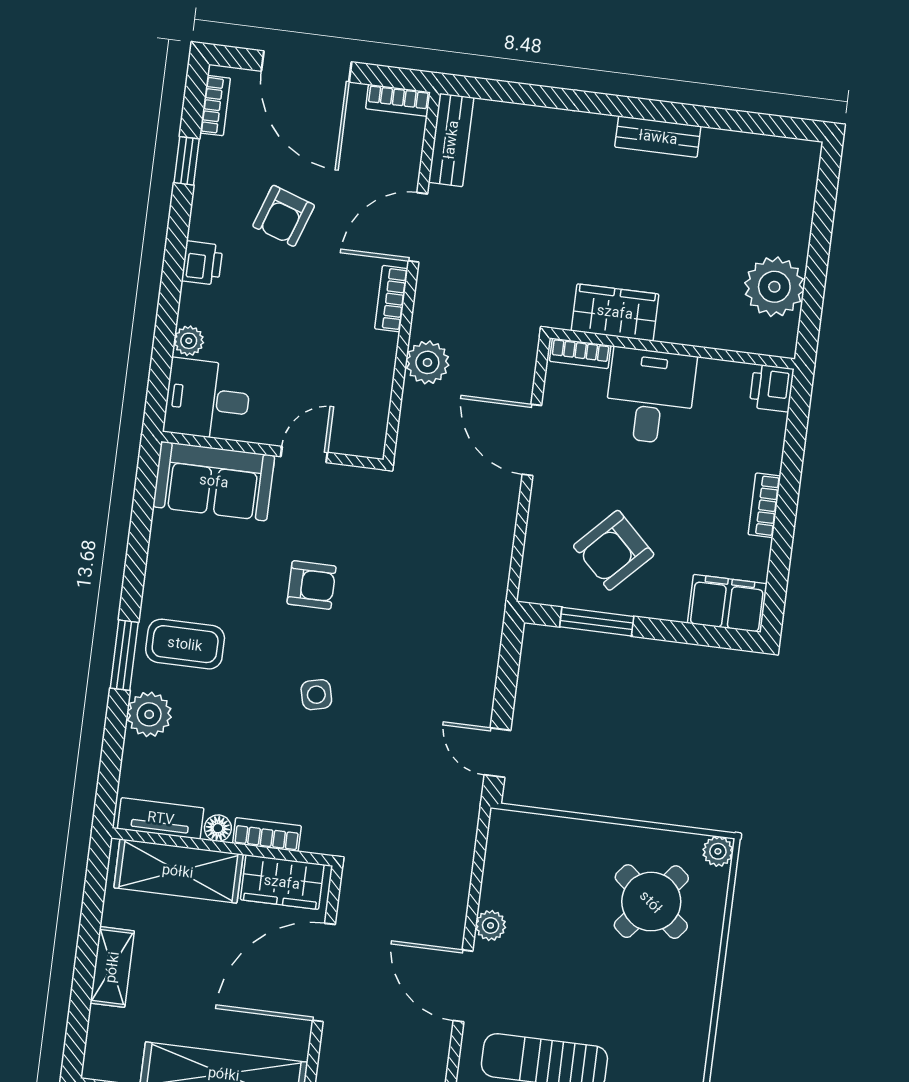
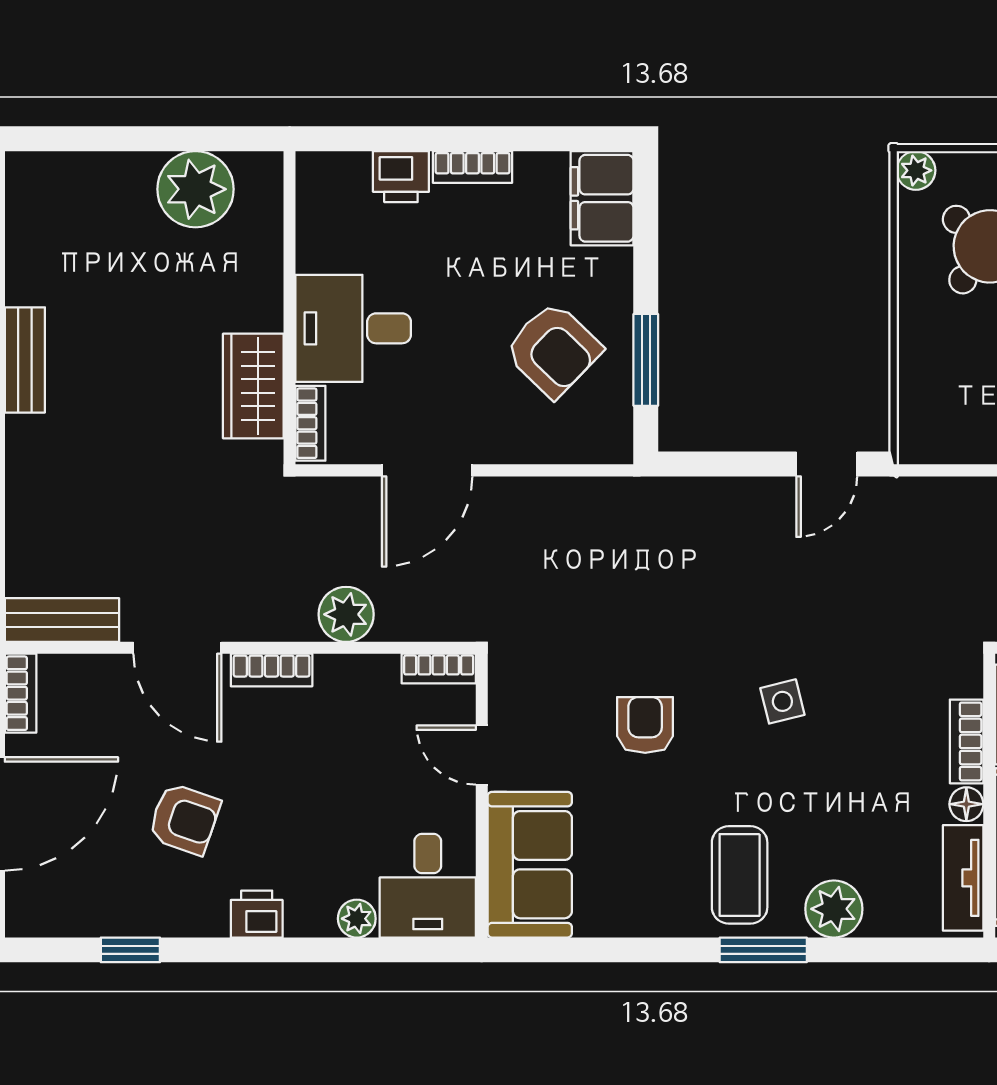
bookcase: (215, 106) -> (439, 669), moved, turned 180
printer: (772, 388) -> (401, 177), moved

